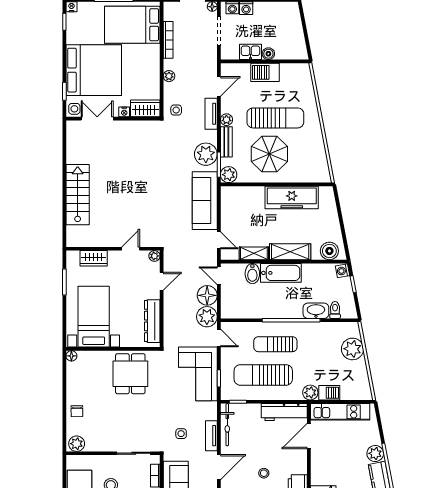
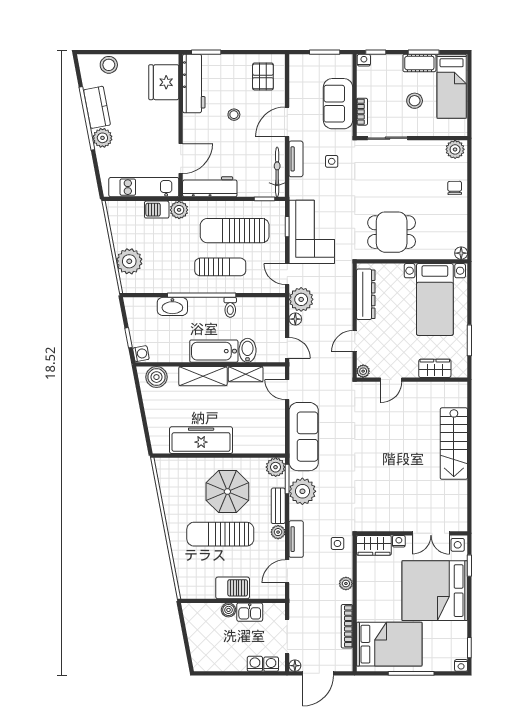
floor lamp: (207, 295) -> (295, 319), width x0.53, depth x0.53
toilet: (335, 310) -> (230, 307), moved
dining table: (130, 374) -> (392, 232), turned 90
sun lounger: (263, 375) -> (235, 231), turned 180

